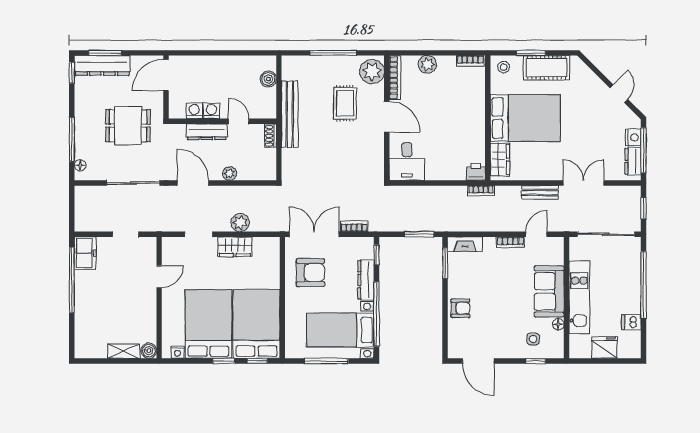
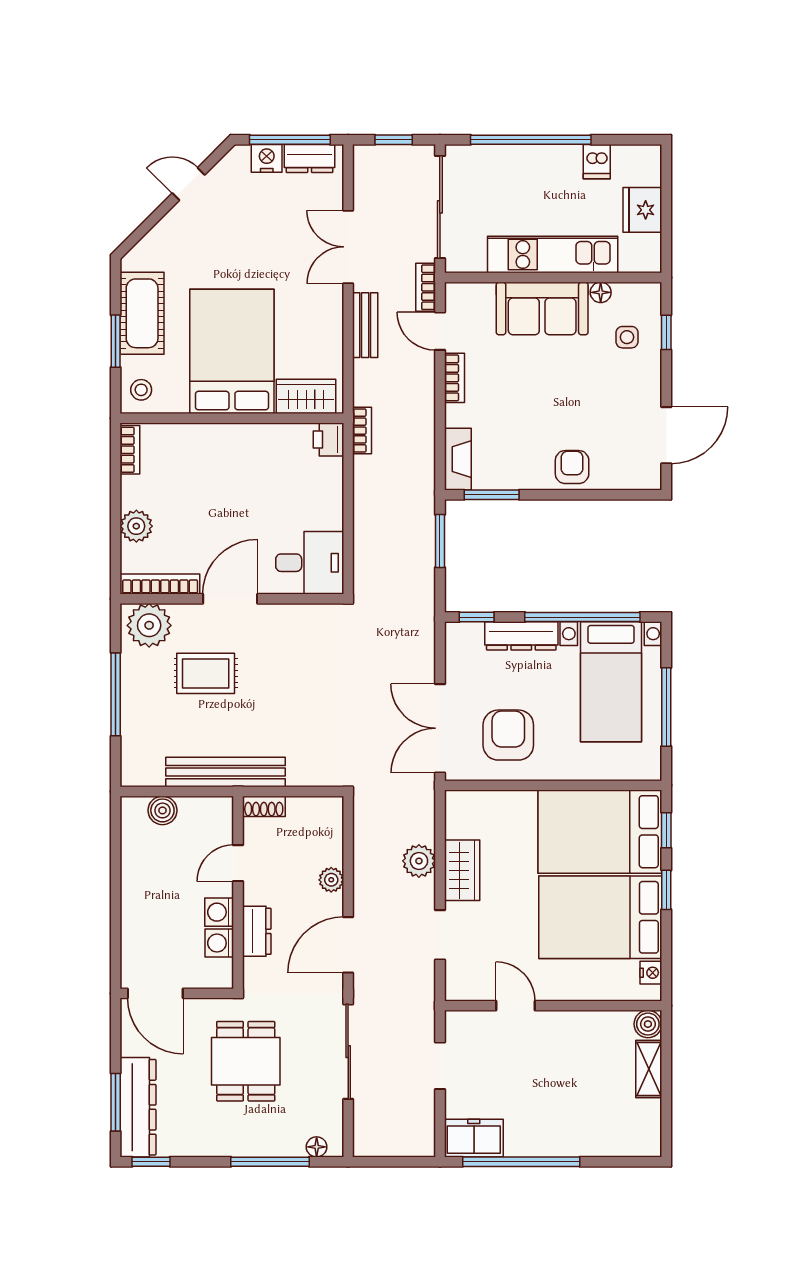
dresser: (207, 132) -> (257, 931), width x0.70
bookcase: (354, 226) -> (426, 287), moved

